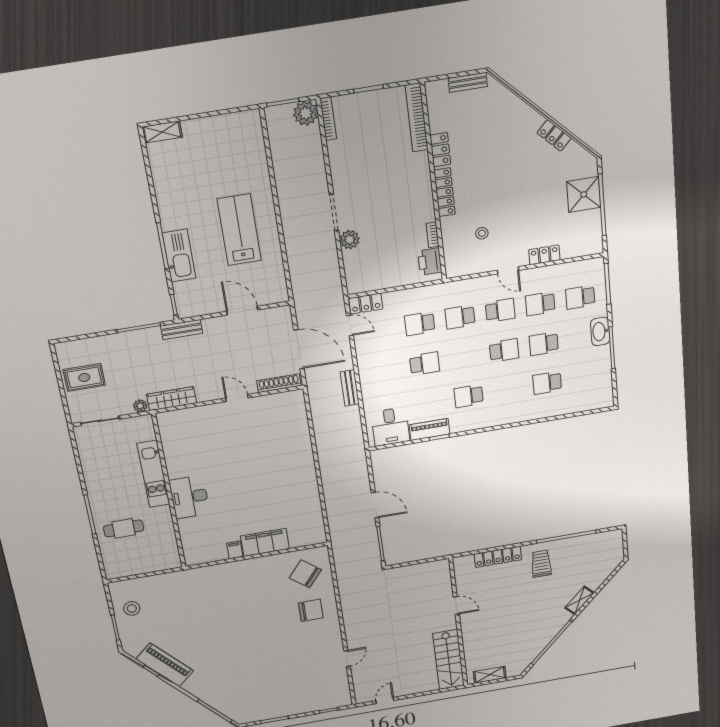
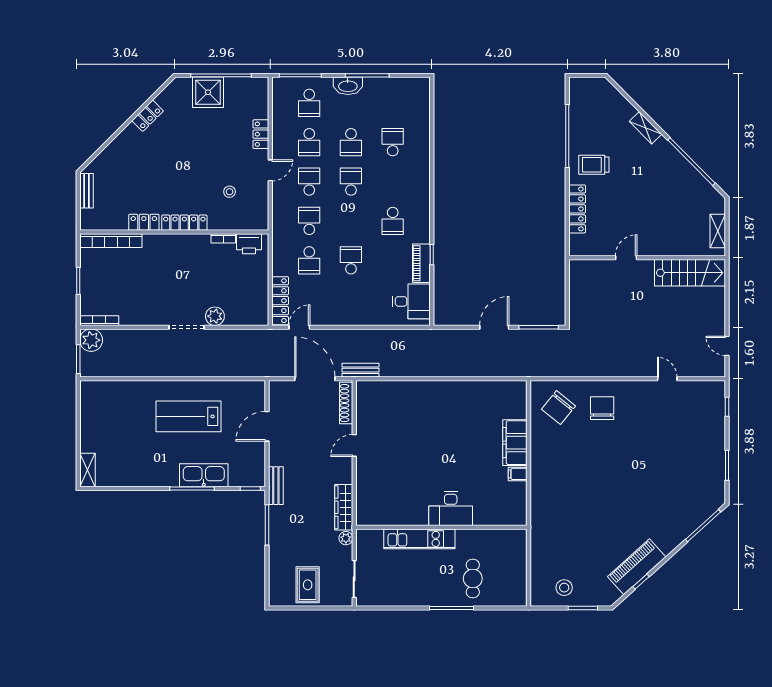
locker: (366, 304) -> (280, 301), width x1.53
school desk: (460, 317) -> (309, 221), turned 180
door: (299, 349) -> (315, 379), hinge flipped
school desk: (547, 383) -> (393, 142), turned 180
bench: (350, 388) -> (361, 370), moved

